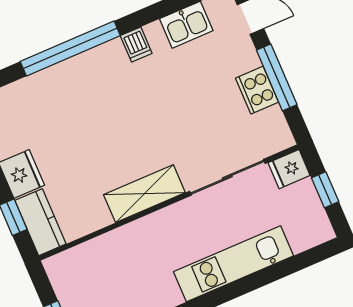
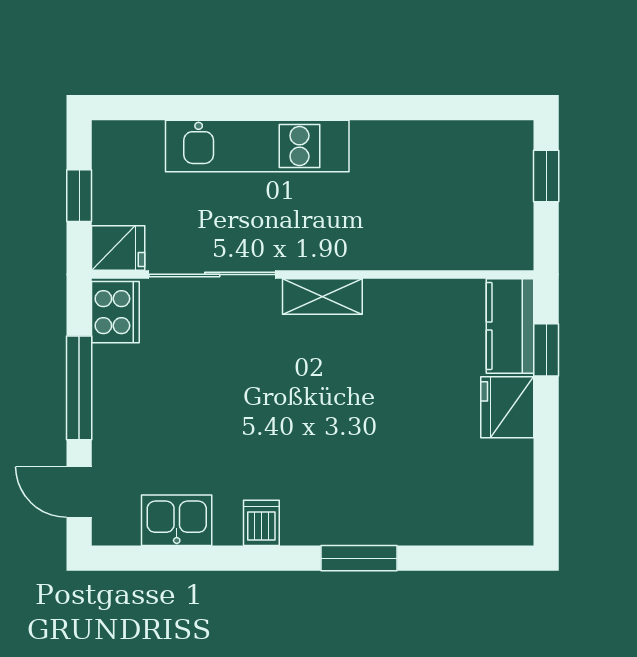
window: (70, 48) -> (359, 558), width x0.47
cooker: (257, 90) -> (115, 312), moved
shelving: (144, 194) -> (322, 297), width x0.67, depth x0.75

